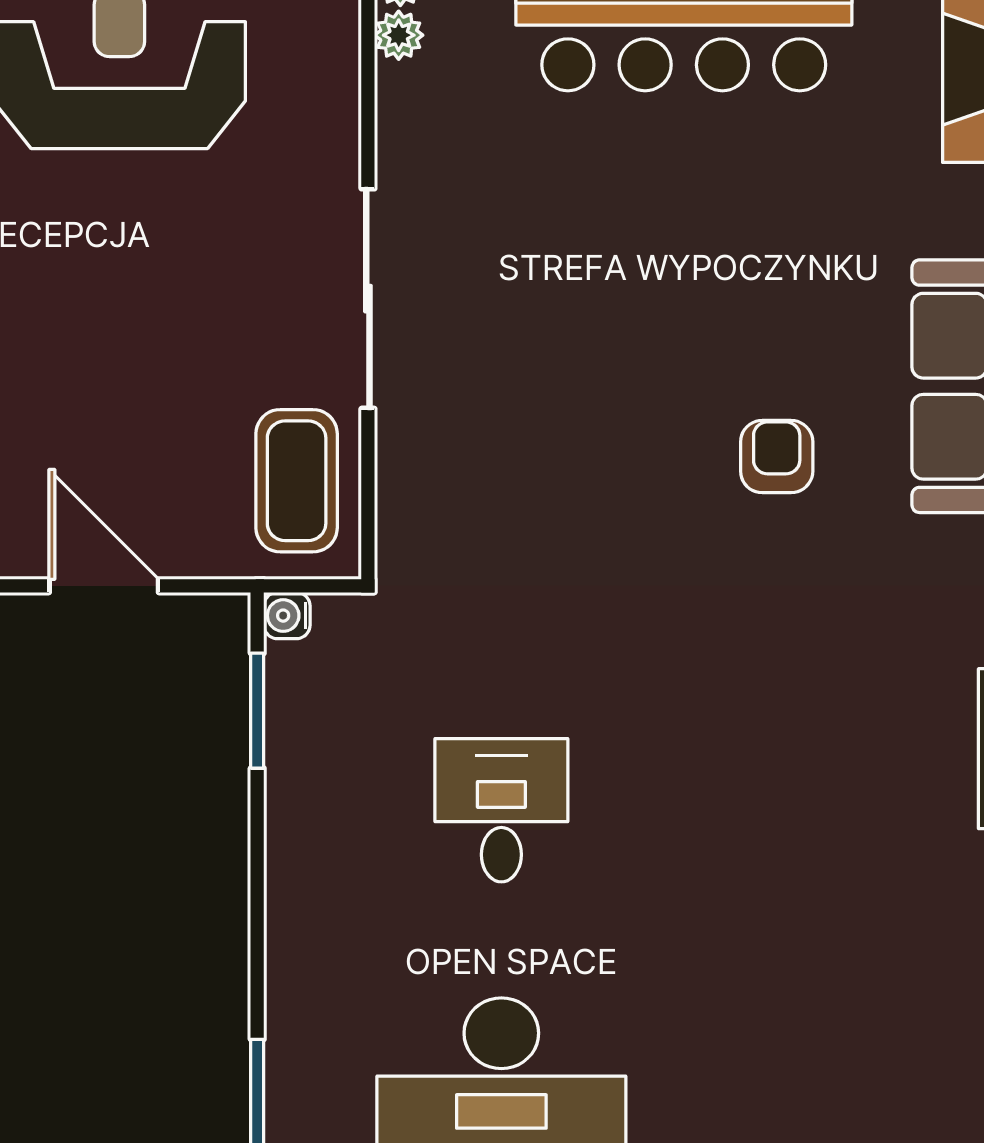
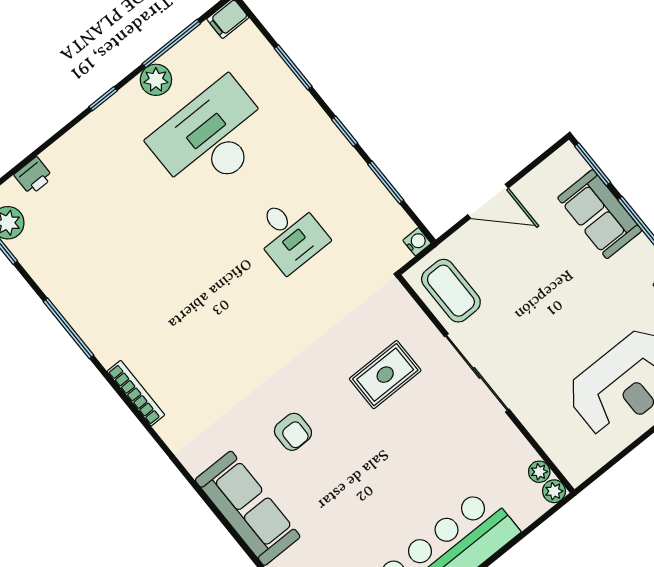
rug: (532, 426) -> (385, 375), added
window: (257, 711) -> (386, 182), moved
window: (257, 913) -> (345, 131), added

